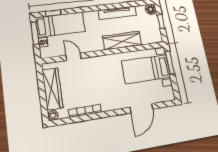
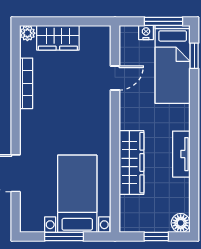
tv unit: (117, 13) -> (181, 154), width x0.71
window: (170, 62) -> (64, 236), moved
wardrobe: (52, 89) -> (58, 38), width x0.67

